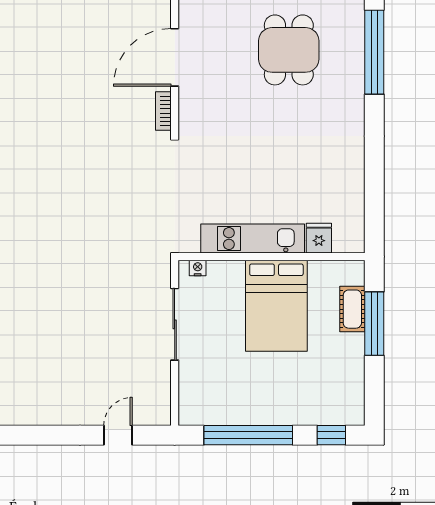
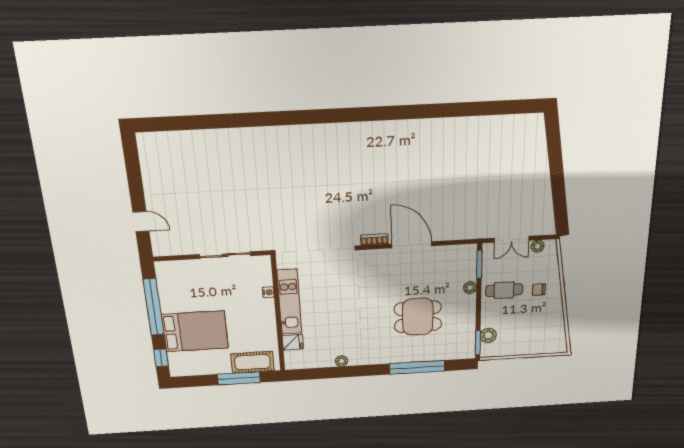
plant: (356, 167) -> (342, 361), added
nightstand: (198, 268) -> (268, 292), moved
bed: (276, 306) -> (195, 331), moved, turned 180
cot: (352, 309) -> (253, 362), width x1.37, depth x1.34

